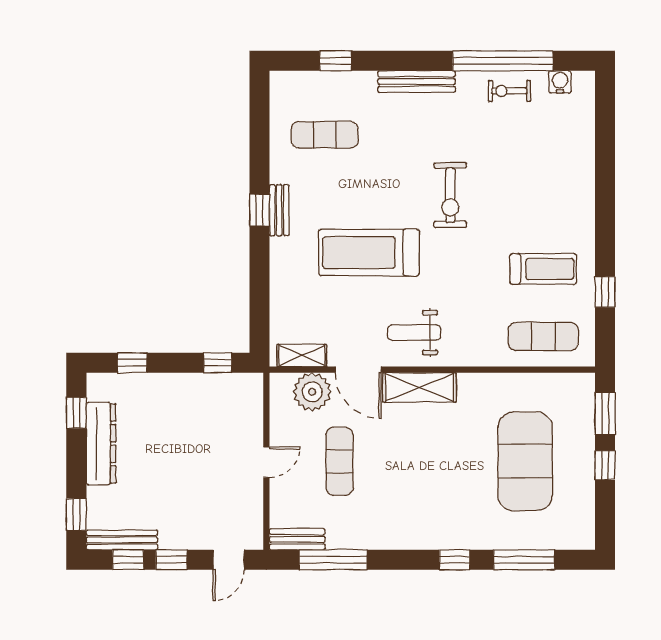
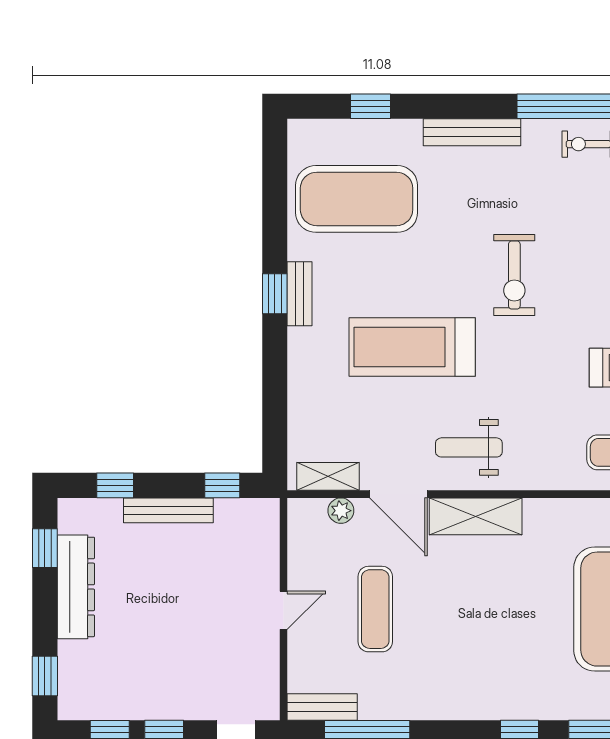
exercise mat: (325, 135) -> (357, 199), width x2.00, depth x1.45
plant: (312, 392) -> (341, 511), width x0.53, depth x0.53
bench: (122, 540) -> (168, 510), moved

